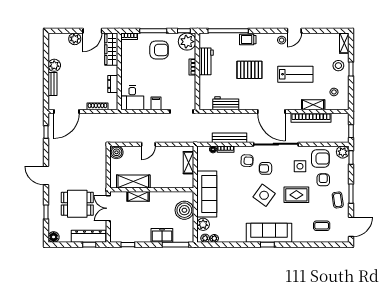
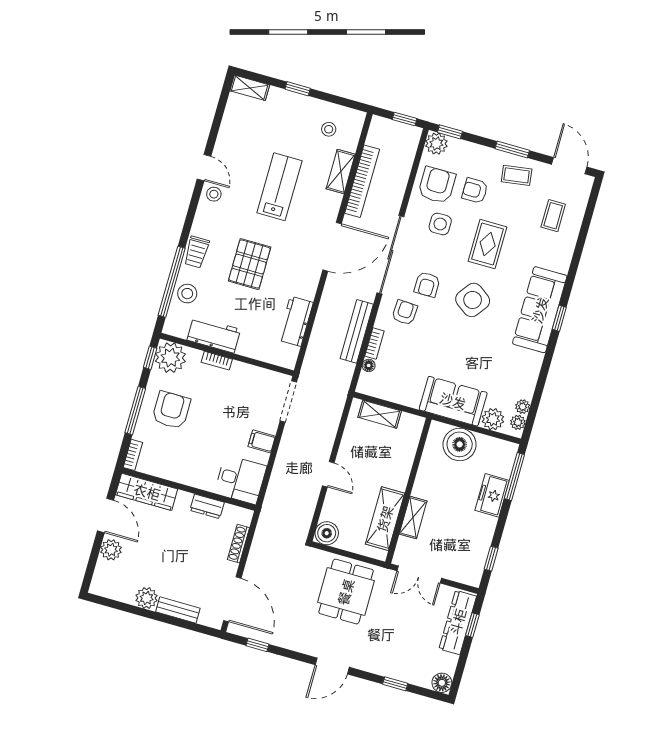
stool: (338, 66) -> (187, 294), moved
sofa: (207, 194) -> (453, 401), width x0.73
dining table: (77, 204) -> (346, 592), moved

